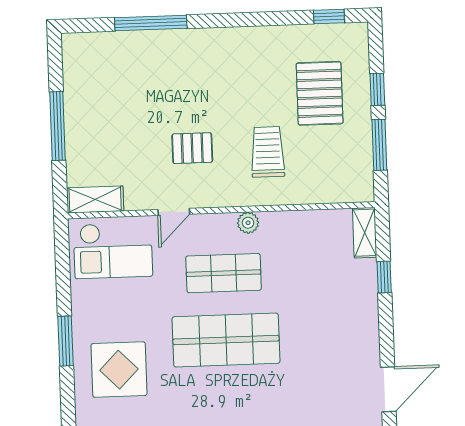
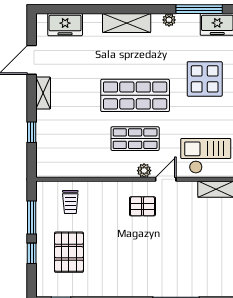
pallet: (192, 148) -> (142, 206), moved
trolley: (268, 152) -> (70, 202), moved, width x0.73, depth x0.72
plant: (248, 223) -> (144, 171), moved
shelving: (365, 233) -> (43, 93), moved

